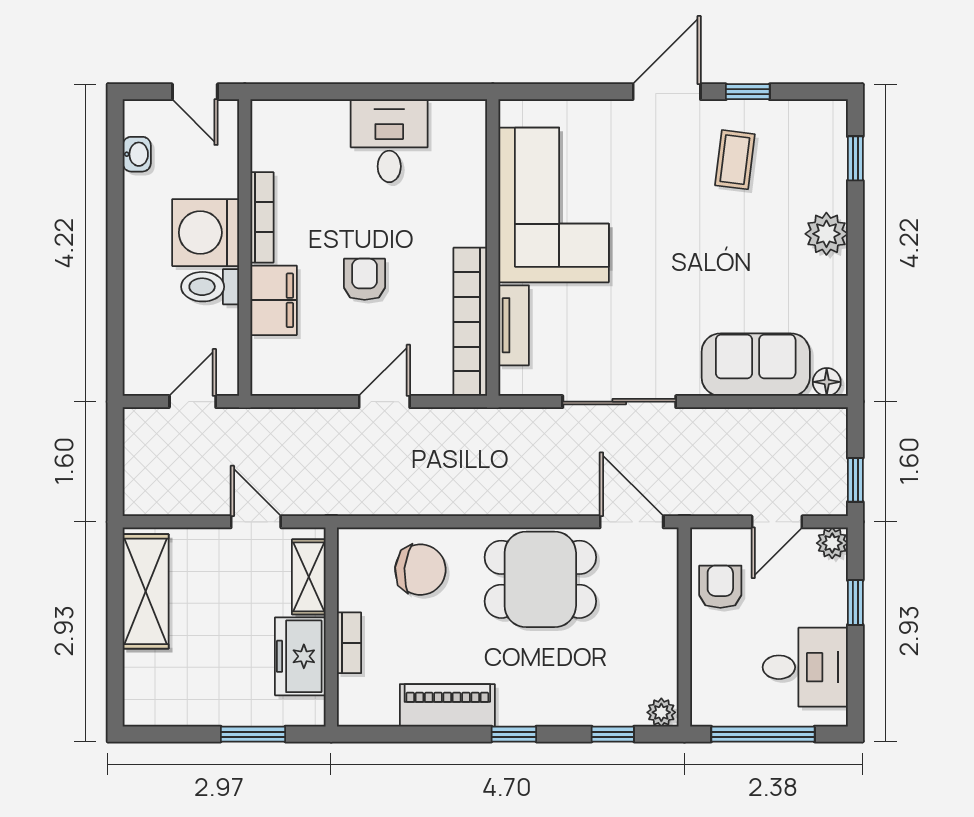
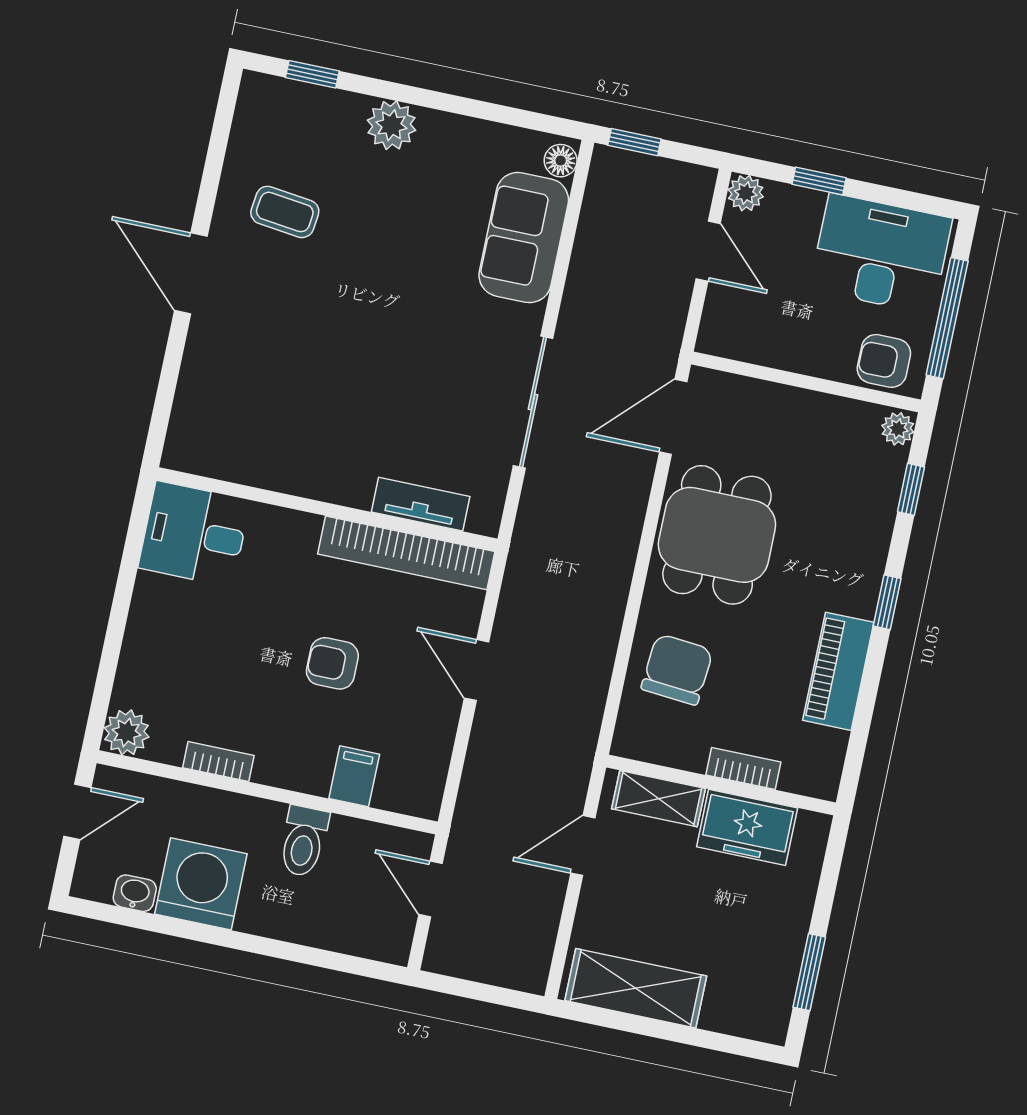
window: (748, 92) -> (210, 181), removed
plant: (270, 119) -> (127, 732), added
desk: (389, 141) -> (194, 534), moved
corner sofa: (554, 205) -> (293, 430), removed
bookcase: (262, 217) -> (218, 762), width x0.64
washing machine: (206, 233) -> (201, 884), moved, turned 180
filing cabinet: (274, 300) -> (354, 776), width x0.50
window: (855, 480) -> (634, 142), moved
armchair: (720, 587) -> (884, 361), moved
desk: (805, 667) -> (881, 254), width x1.37
window: (253, 734) -> (809, 972), moved

